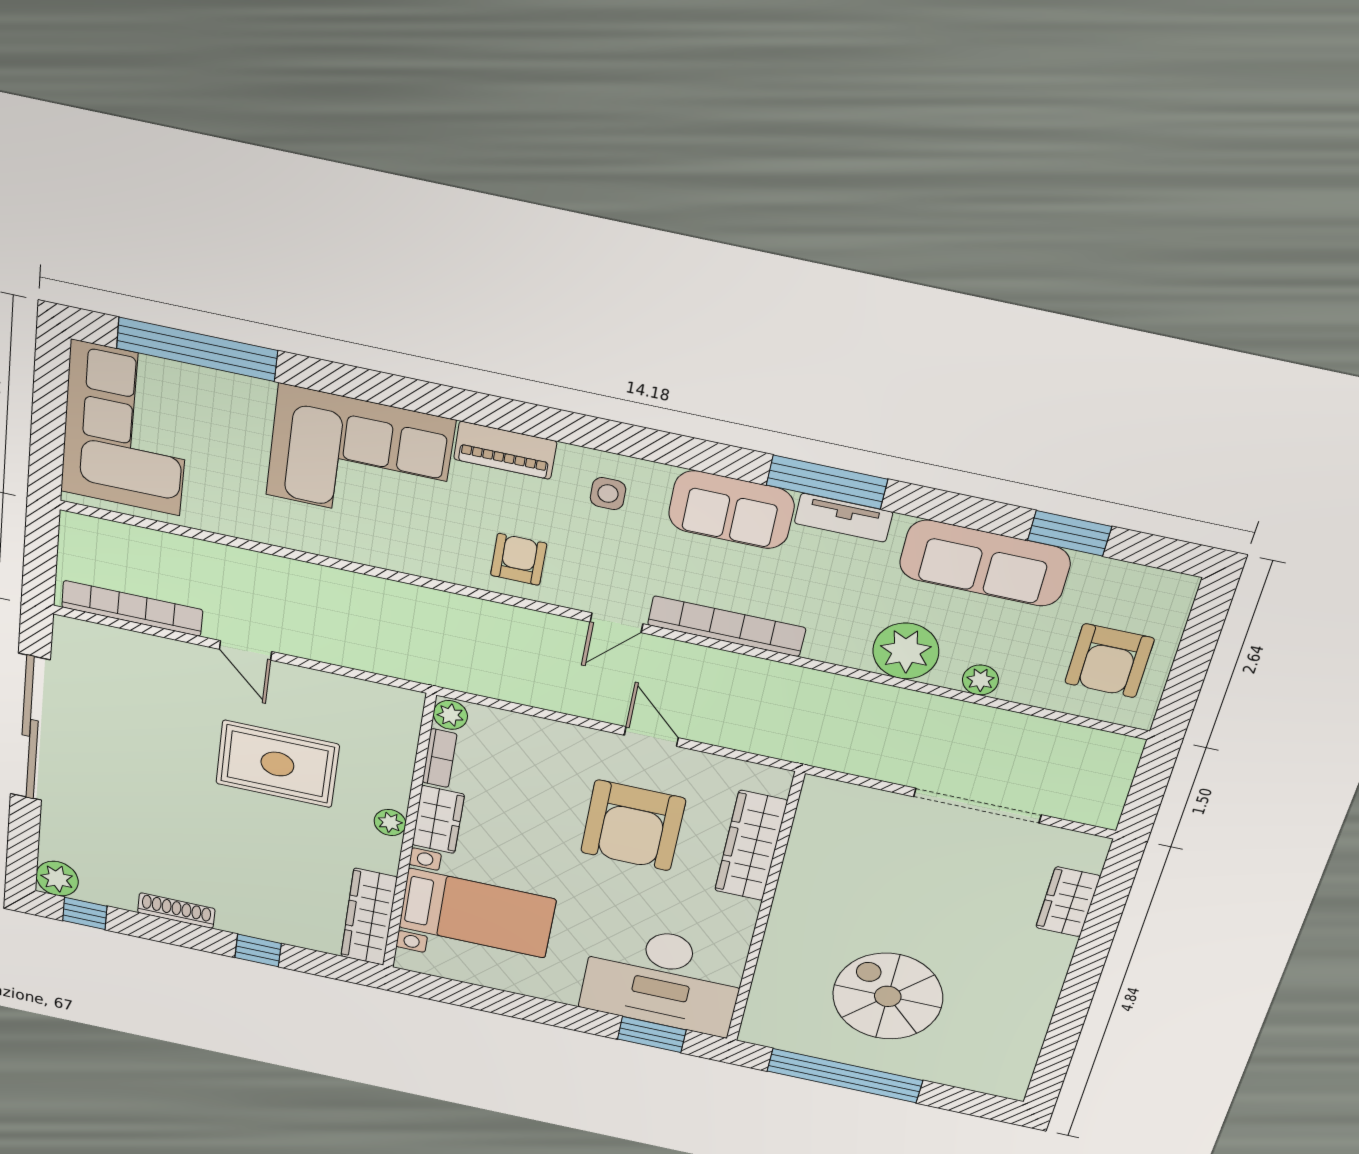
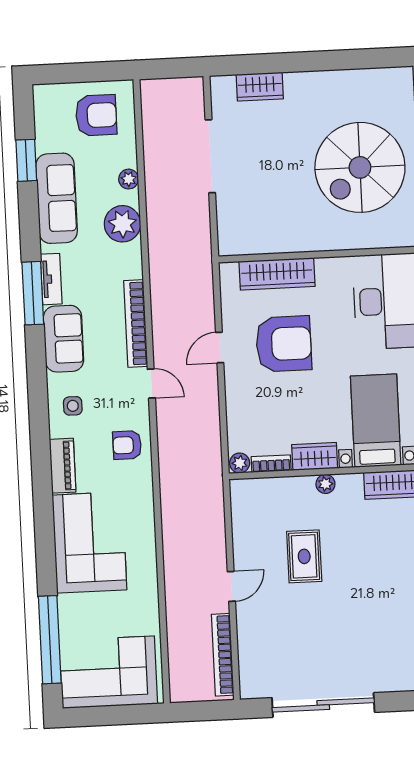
rug: (277, 764) -> (304, 556), width x0.73, depth x0.70
spiral stairs: (888, 996) -> (360, 167), width x1.37, depth x1.37

